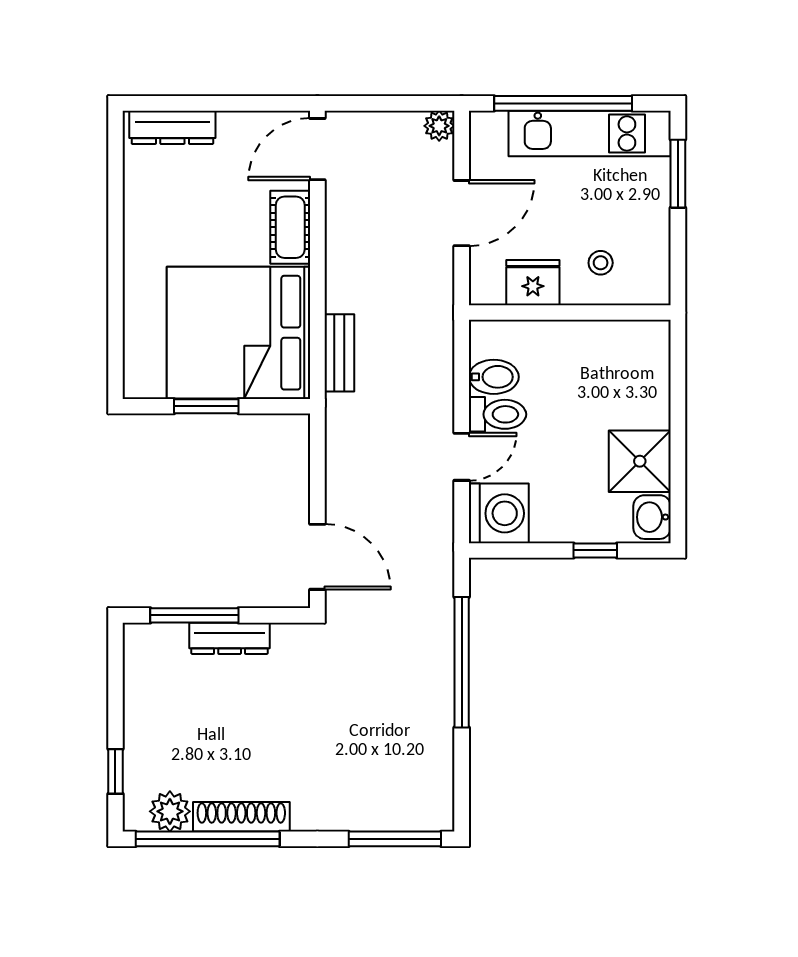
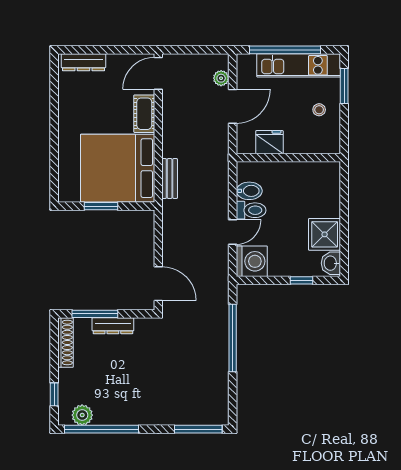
plant: (439, 126) -> (221, 78), moved
stool: (601, 263) -> (319, 110), moved
shoe rack: (241, 817) -> (65, 342), moved, turned 90

